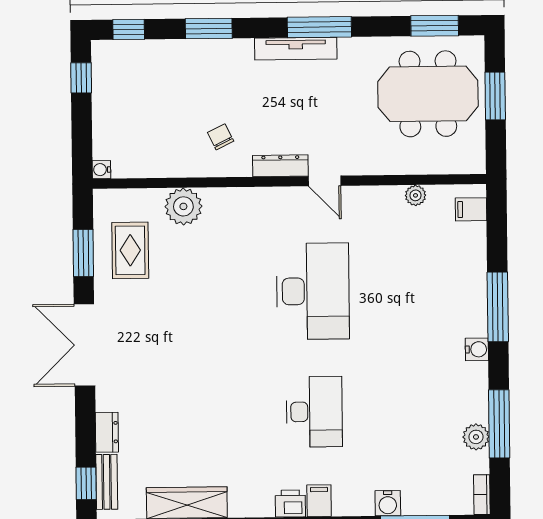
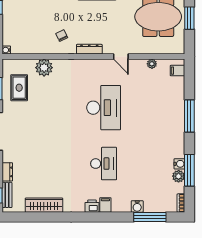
door: (325, 181) -> (121, 57), moved
water cooler: (477, 349) -> (179, 164), moved

